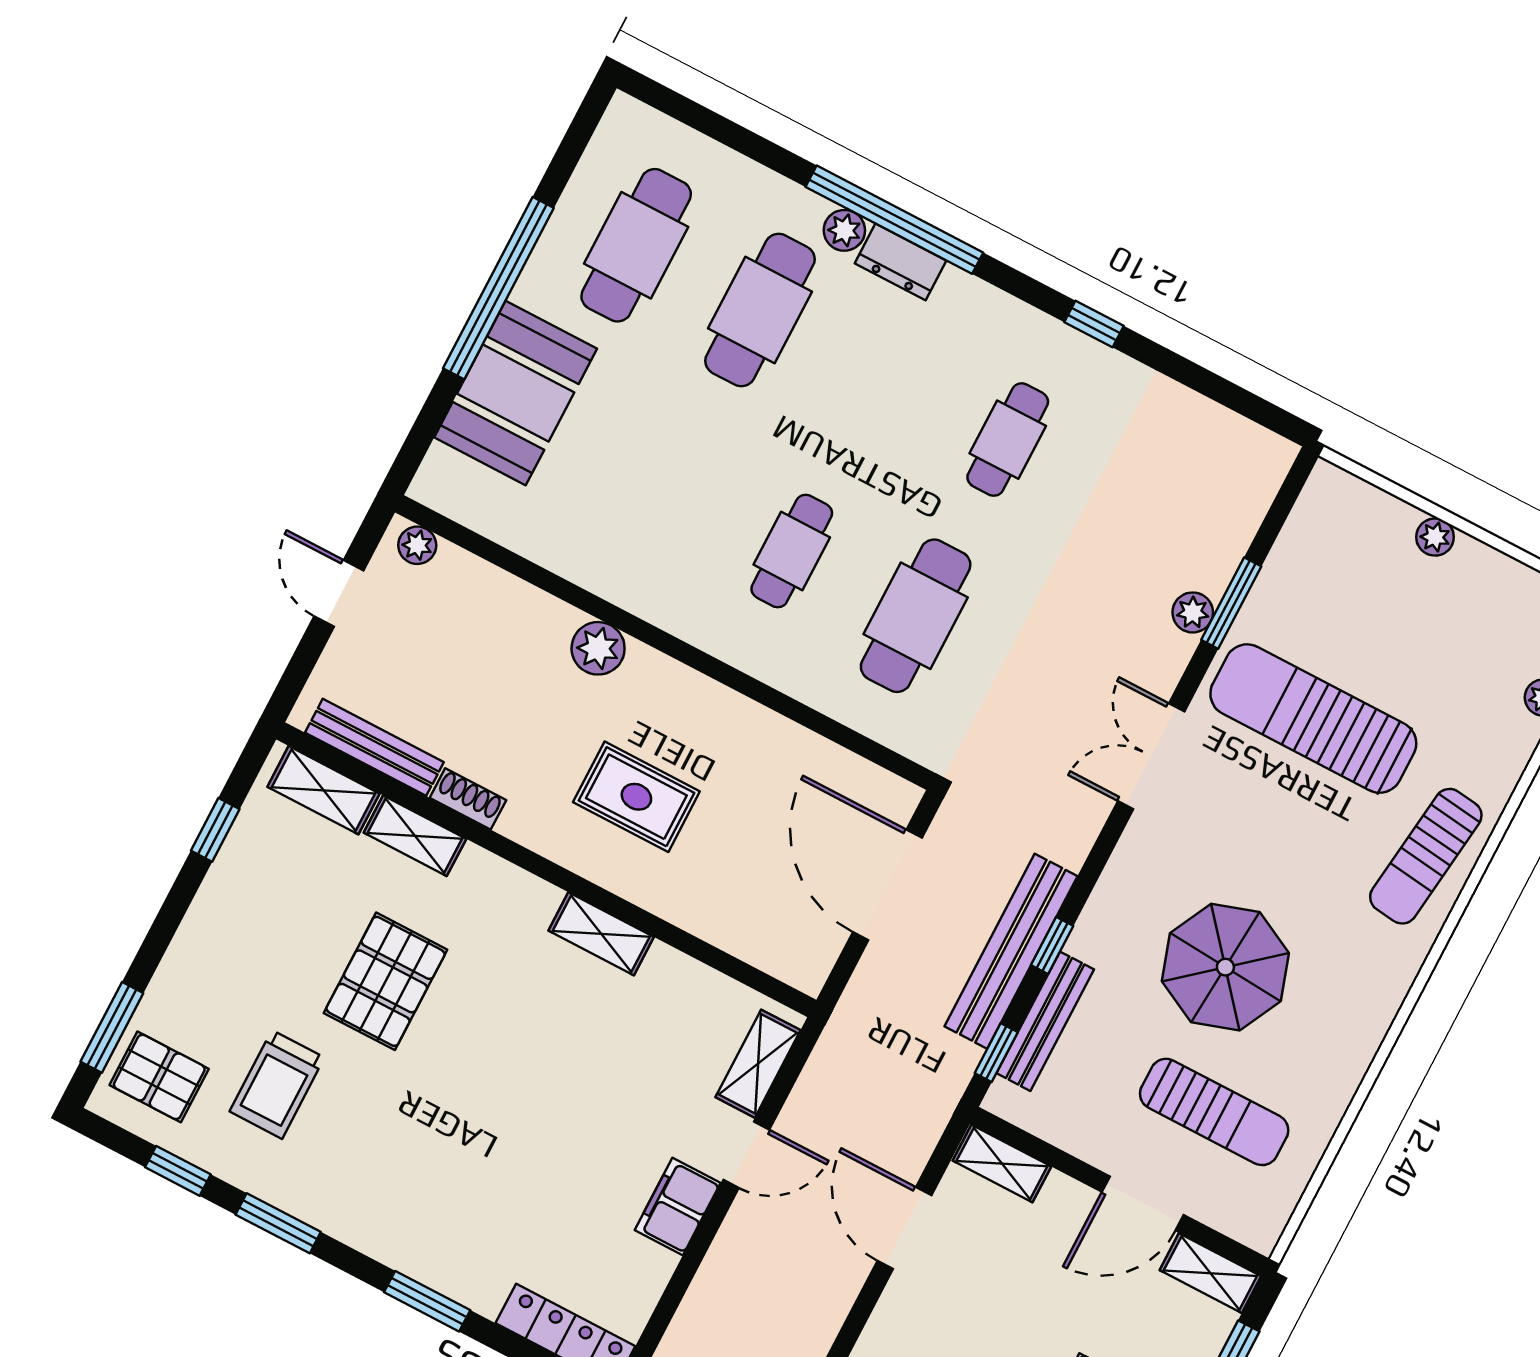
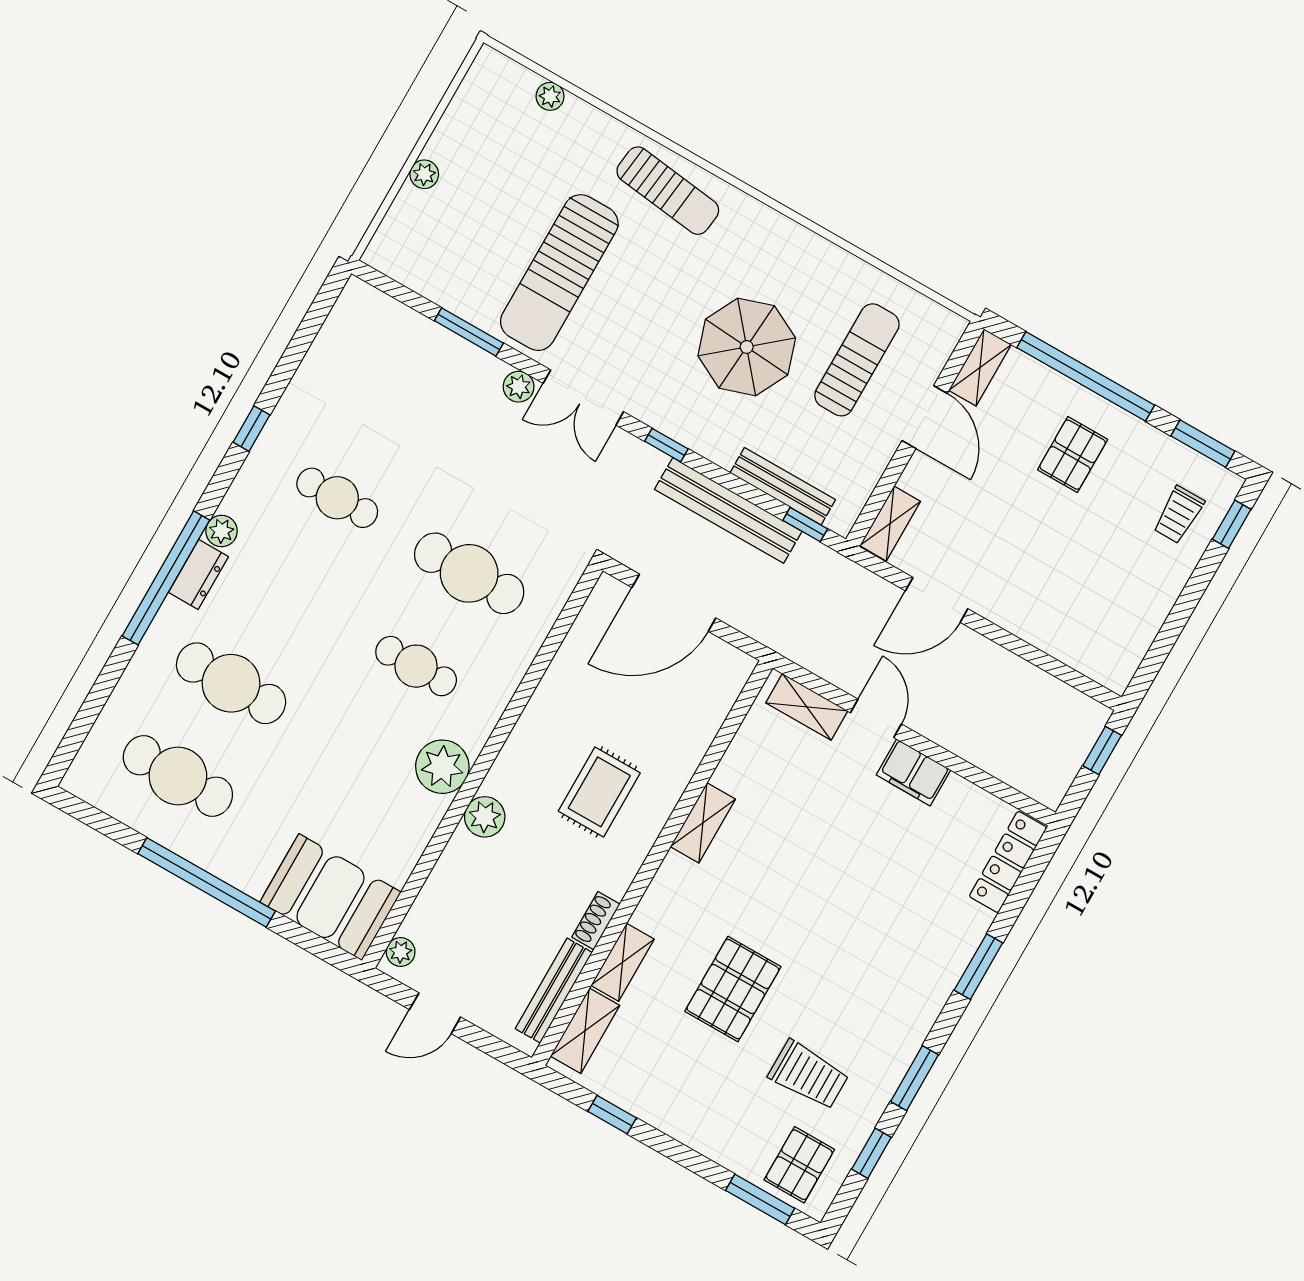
plant: (844, 230) -> (222, 531), moved
booth: (516, 393) -> (330, 897), moved
plant: (662, 590) -> (442, 767), added
plant: (1193, 612) -> (519, 387), moved
window: (1052, 946) -> (666, 445), moved
pallet: (385, 981) -> (733, 989), turned 90

